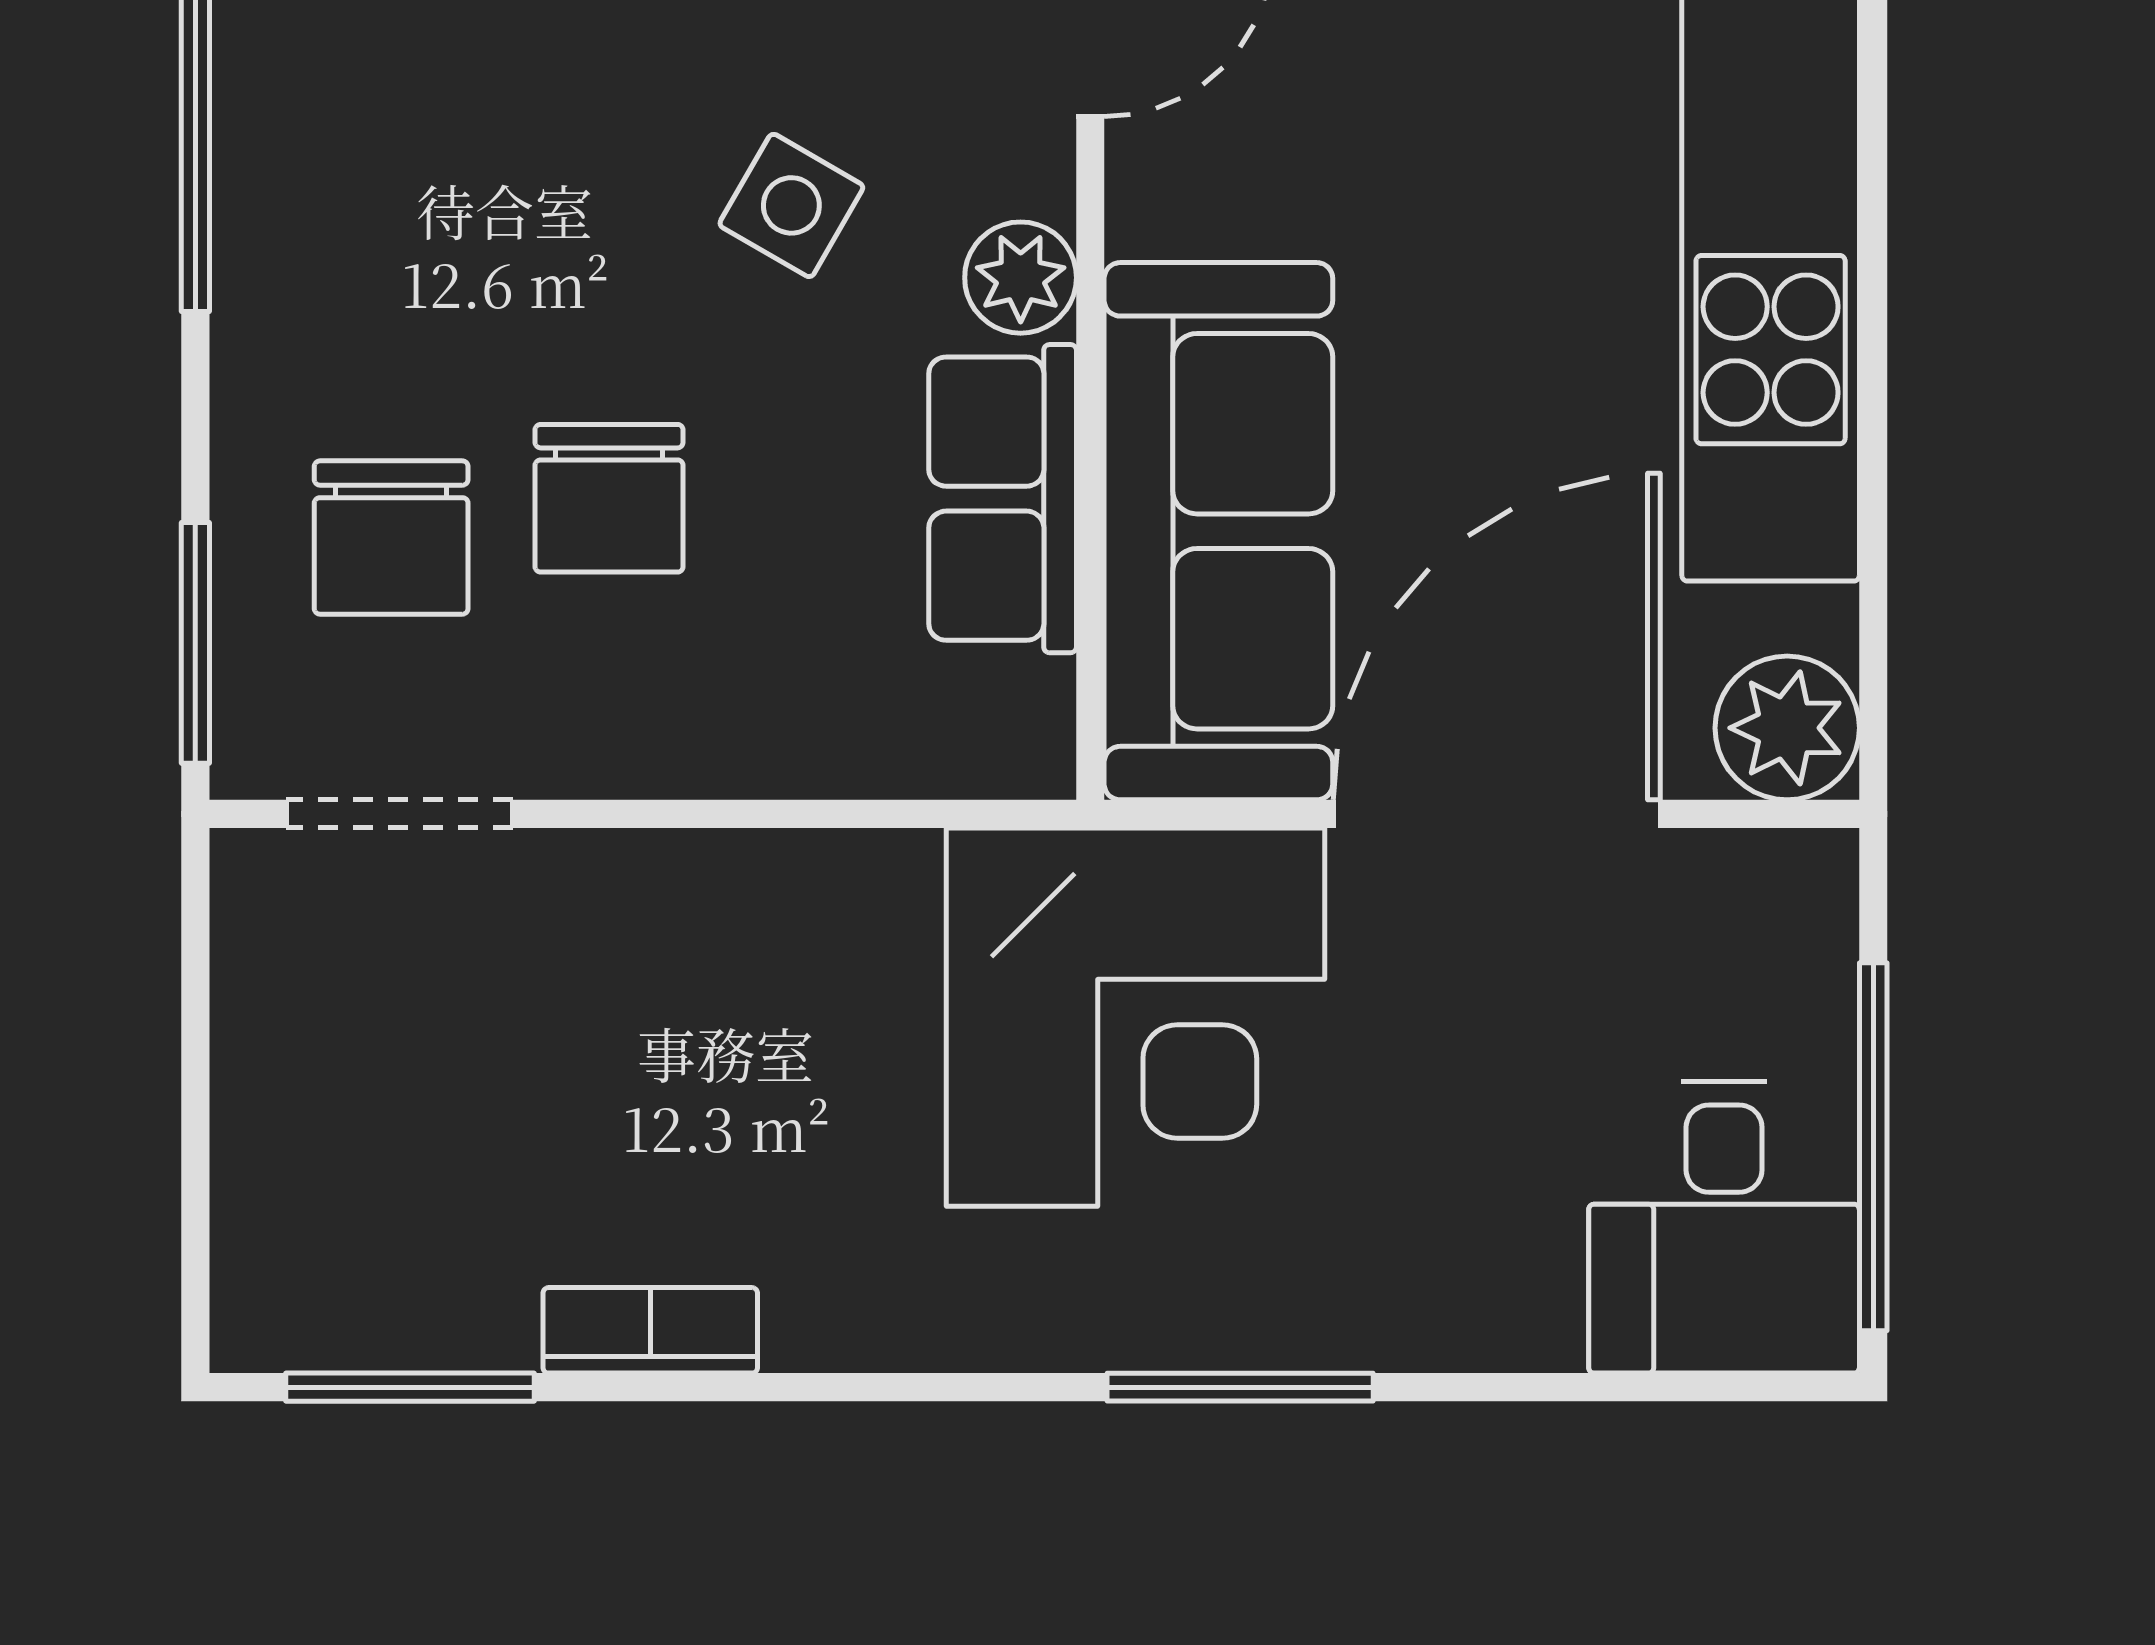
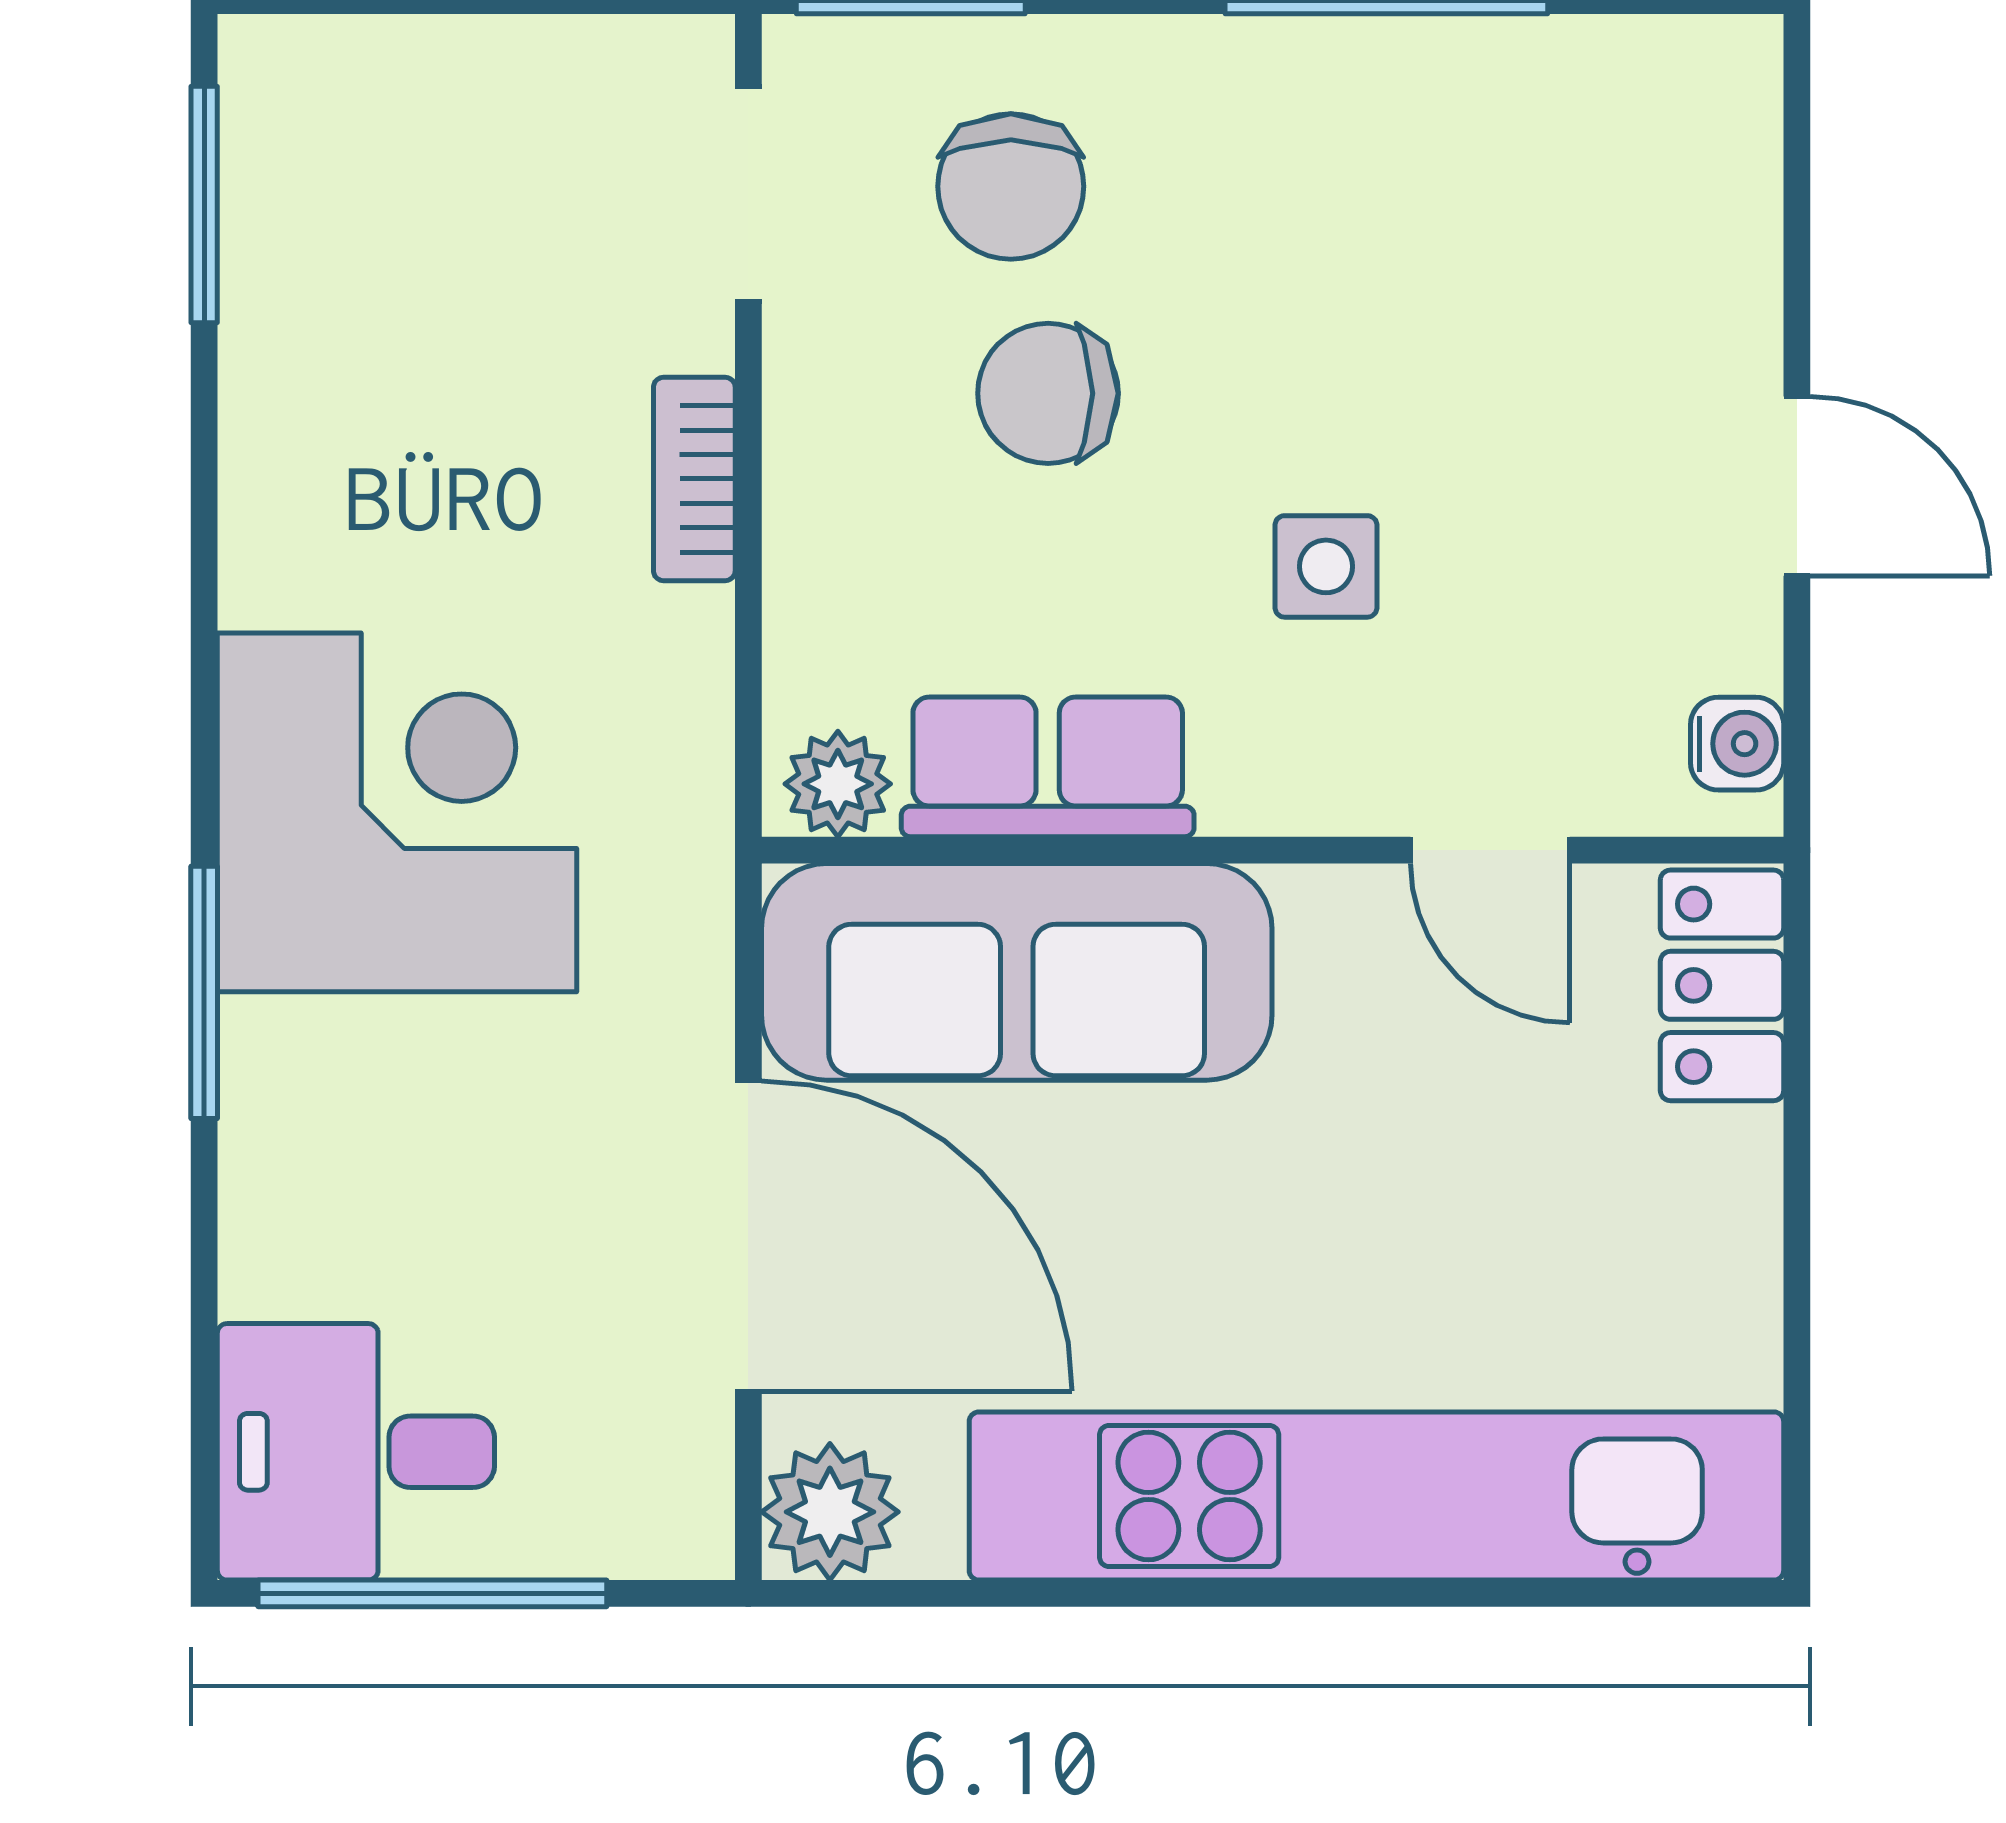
side table: (791, 205) -> (1326, 566), turned -30
plant: (1021, 278) -> (838, 784), moved
chair: (391, 538) -> (1011, 186), turned -90
corner desk: (1135, 1017) -> (397, 812), moved, turned 180
bookcase: (650, 1330) -> (694, 479), moved, turned 180

